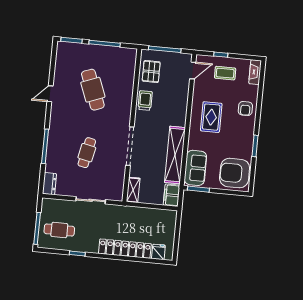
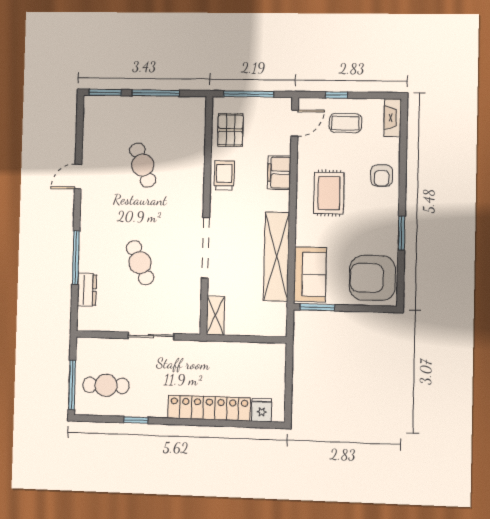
cafe table: (93, 90) -> (143, 165), width x0.73, depth x0.74
cafe table: (87, 153) -> (140, 263), turned -36
dresser: (49, 184) -> (87, 290), moved
filing cabinet: (172, 195) -> (279, 173), moved

